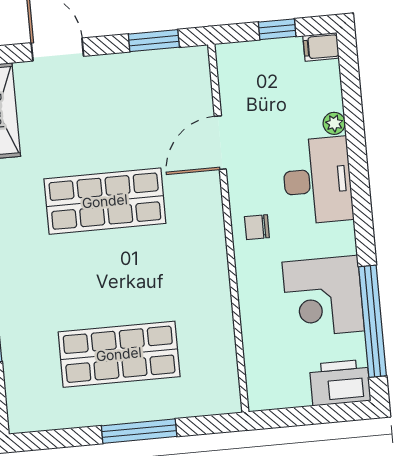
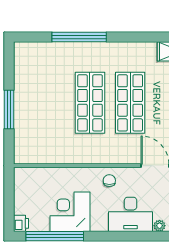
shop shelf: (119, 354) -> (90, 103), moved
printer: (340, 383) -> (21, 223), width x0.53, depth x0.68

